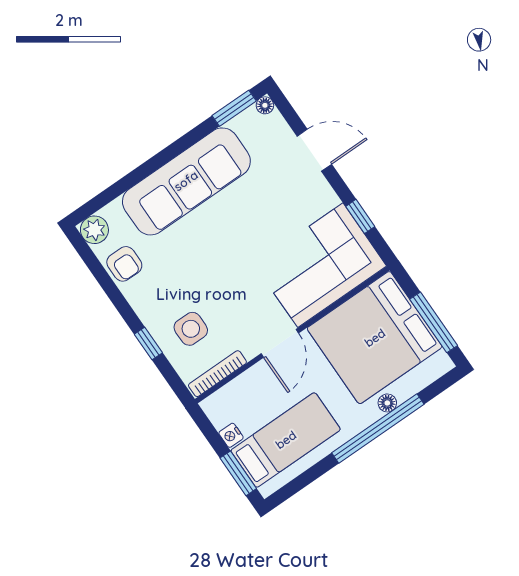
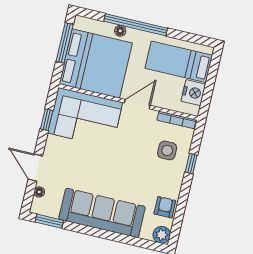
floor lamp: (265, 105) -> (39, 192), moved
nightstand: (231, 435) -> (193, 93), width x1.89, depth x1.79
window: (238, 473) -> (213, 70), removed

